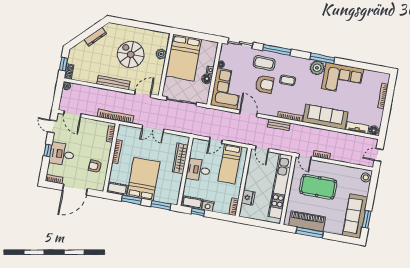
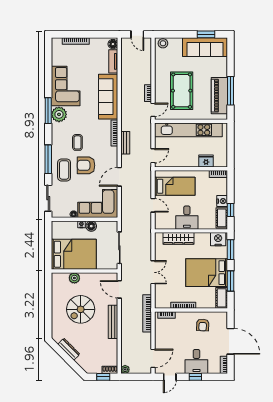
armchair: (265, 84) -> (86, 165), turned -90
nightstand: (173, 195) -> (218, 239), added

